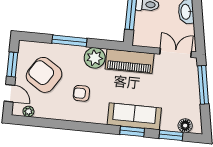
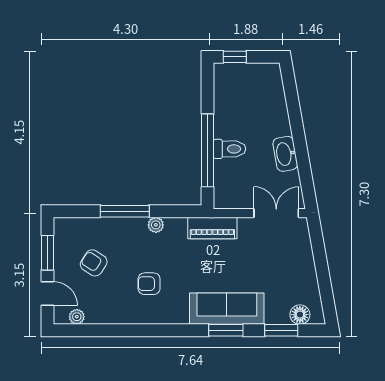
plant: (95, 58) -> (156, 225), width x0.53, depth x0.53
piano: (130, 61) -> (212, 228), width x0.73, depth x0.75
armchair: (44, 75) -> (94, 263), width x0.53, depth x0.53
window: (203, 85) -> (320, 255), removed

